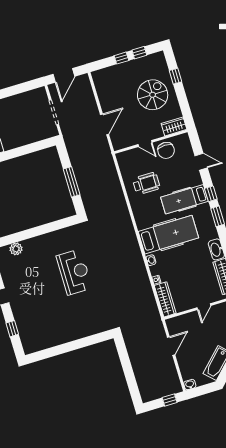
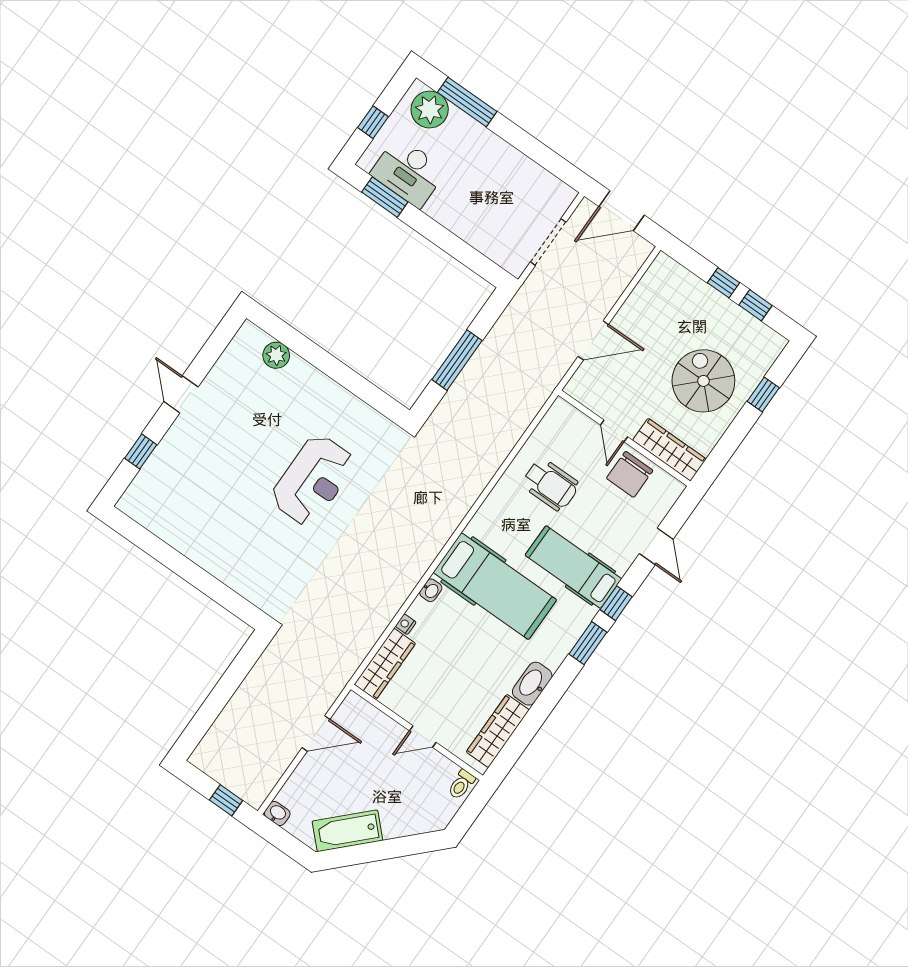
spiral stairs: (153, 95) -> (703, 381), turned -90
wardrobe: (174, 126) -> (669, 450), width x1.50

